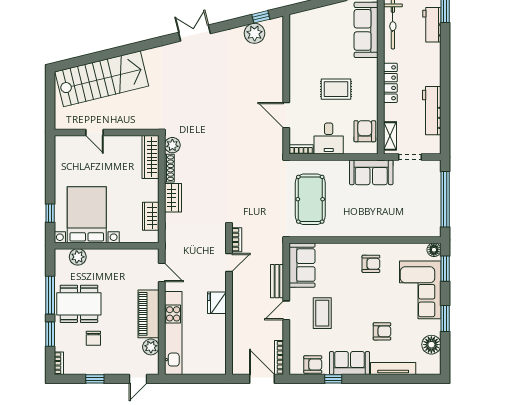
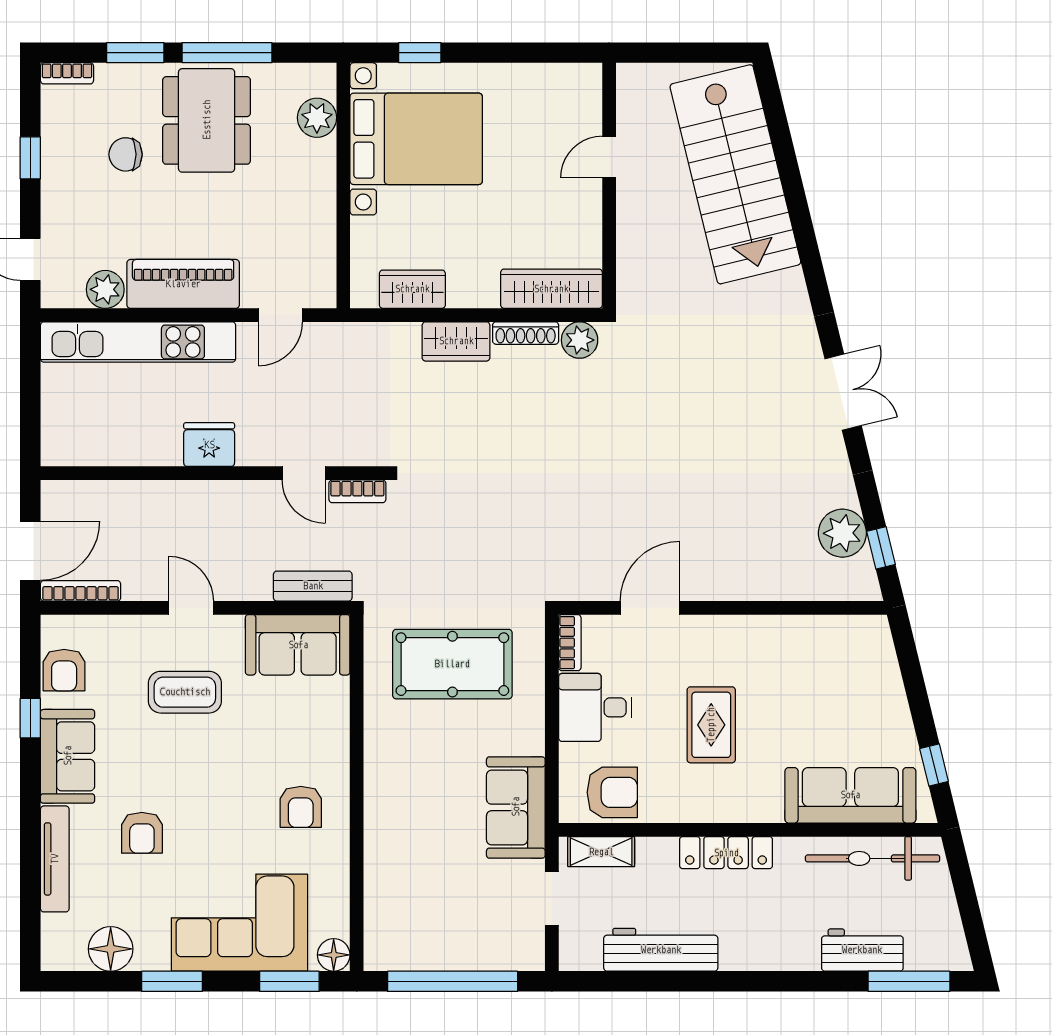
bench: (277, 281) -> (313, 586), moved

